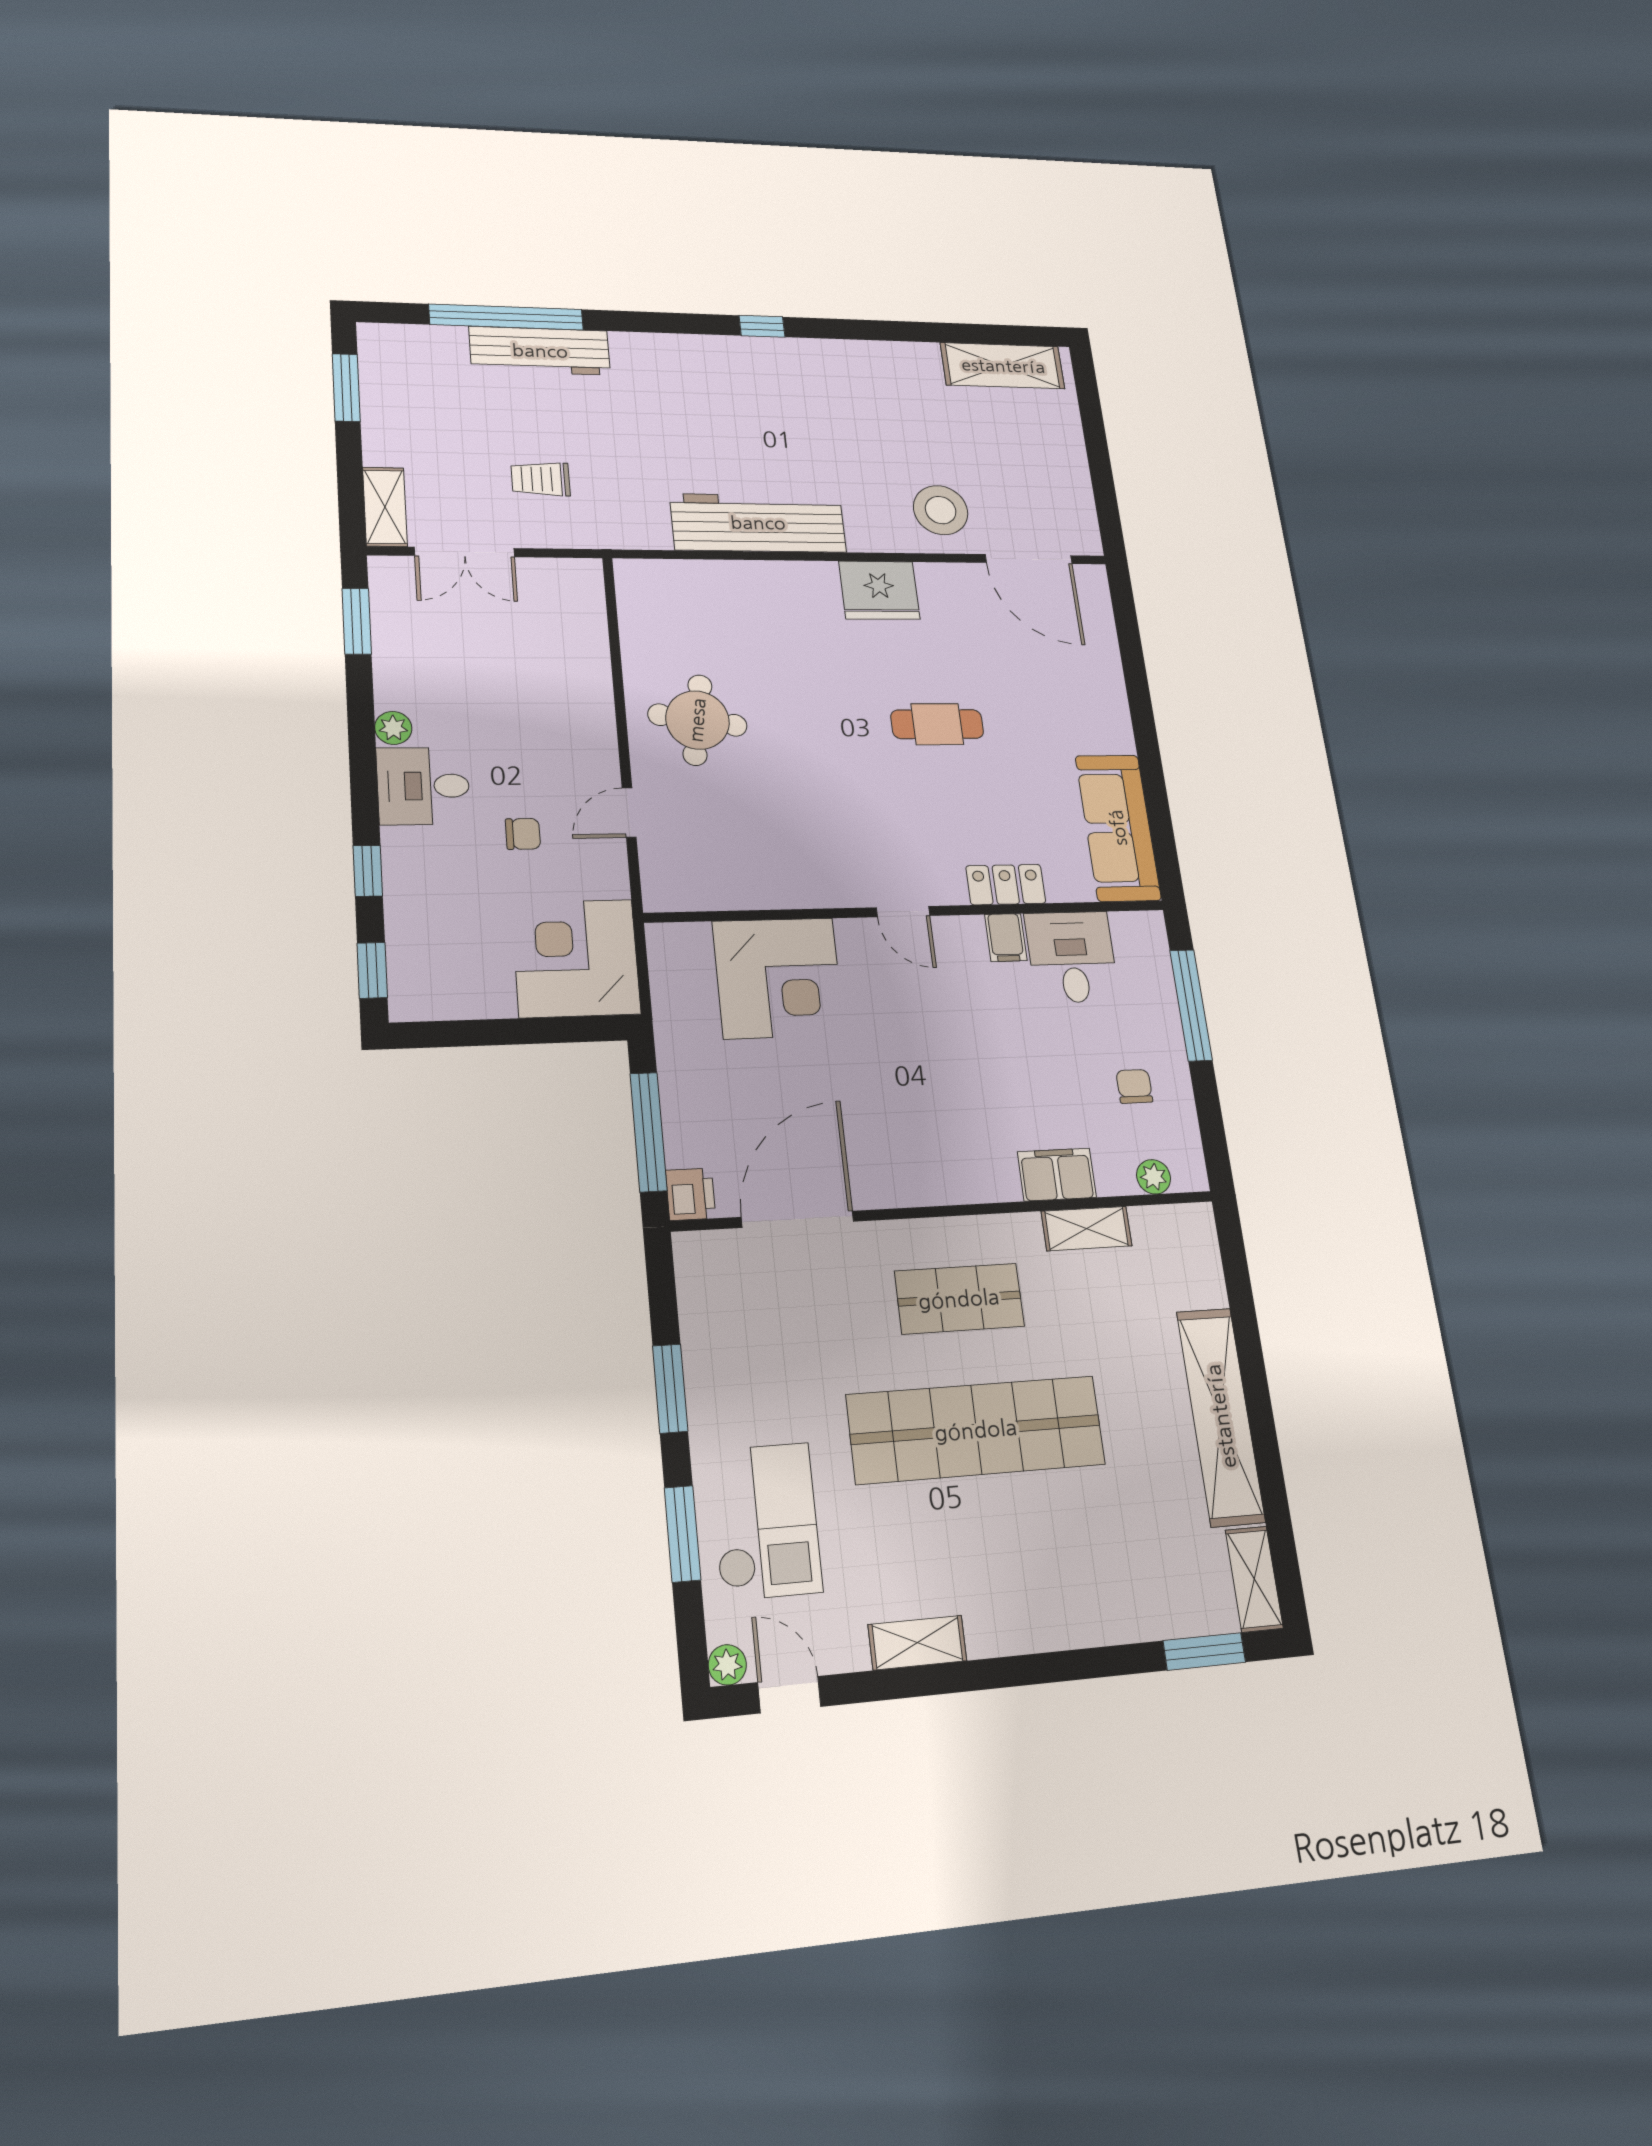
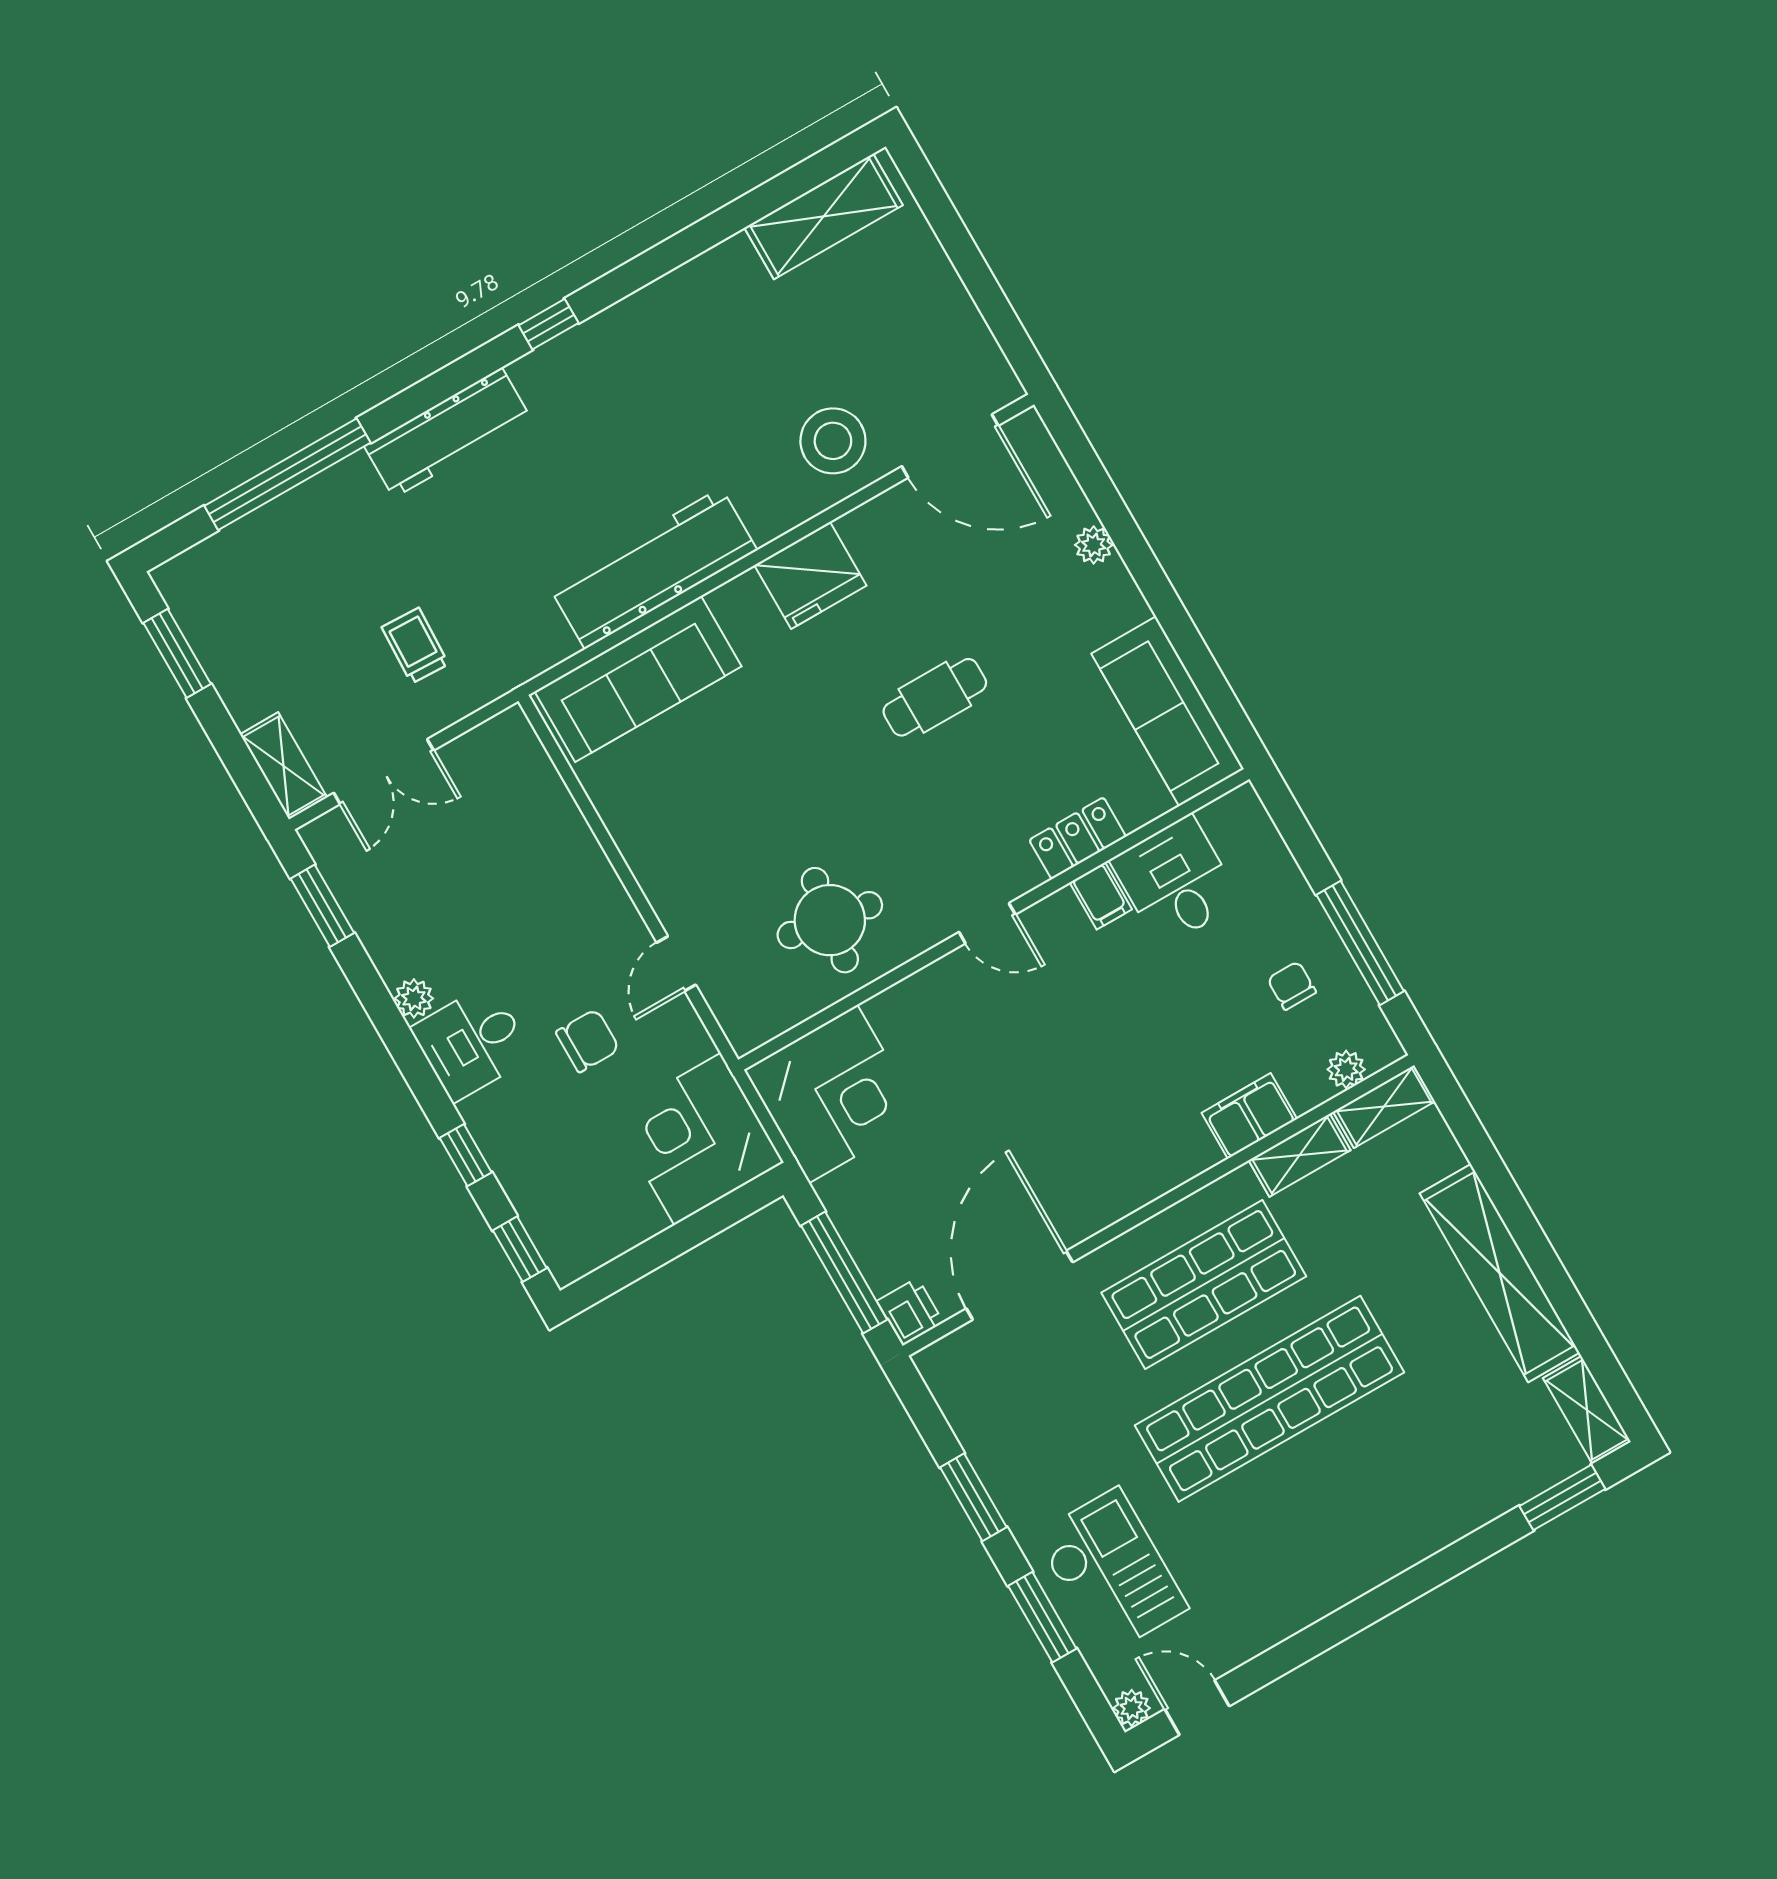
workbench: (540, 351) -> (448, 433), moved
trolley: (541, 479) -> (415, 646), turned 92
sofa: (706, 592) -> (638, 679), added
plant: (1110, 681) -> (1094, 545), added
round table: (697, 720) -> (830, 920), moved
chair: (523, 834) -> (588, 1041), width x1.37, depth x1.37
corner desk: (778, 978) -> (833, 1094), moved
window: (1191, 1005) -> (1360, 943), moved
shop shelf: (959, 1299) -> (1204, 1284), width x1.43, depth x1.36
shelving: (917, 1643) -> (1384, 1106), moved

